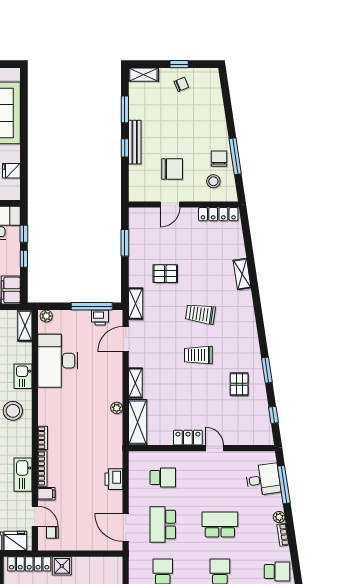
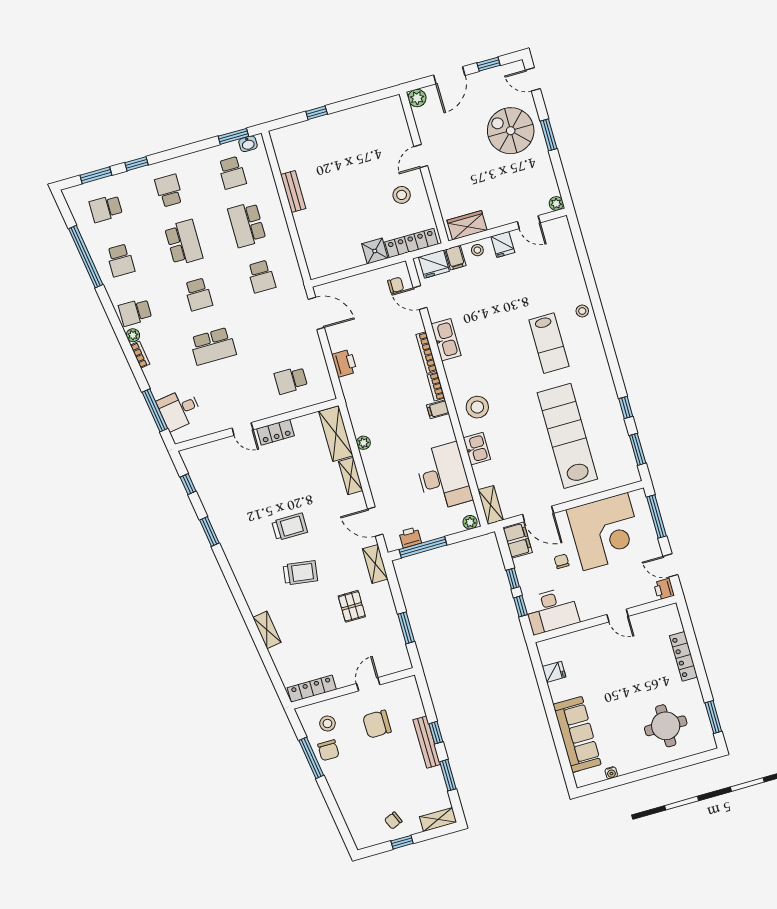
pallet: (165, 274) -> (352, 606), turned 90
door: (126, 339) -> (375, 522), swing flipped
pallet: (239, 384) -> (236, 507), removed
filing cabinet: (46, 494) -> (438, 409), moved
plant: (279, 517) -> (133, 335), moved
school desk: (163, 525) -> (276, 328), removed

